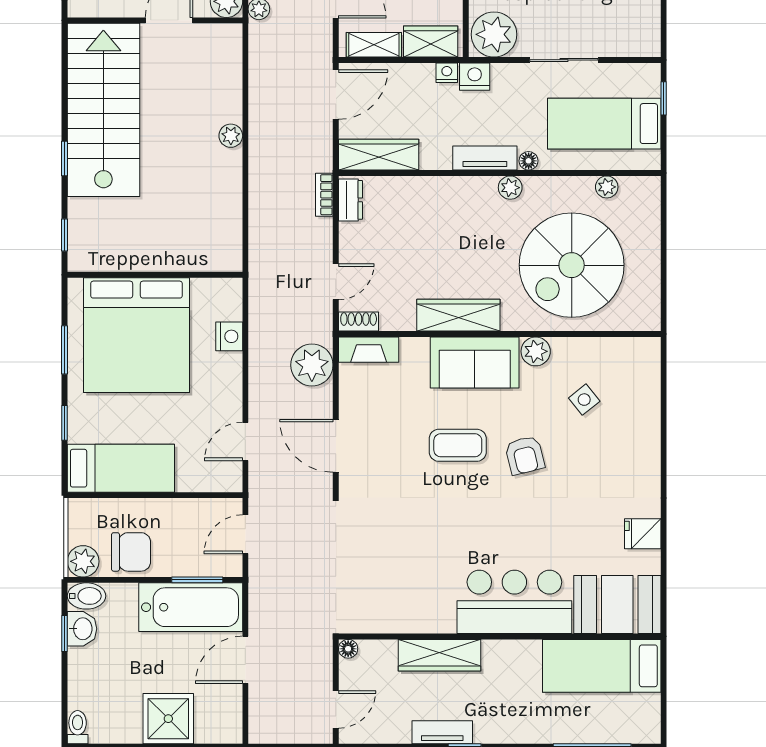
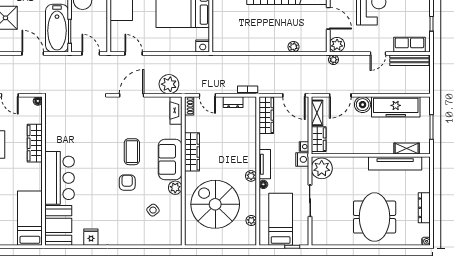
plant: (231, 136) -> (294, 47), moved
dresser: (351, 200) -> (233, 102), moved
nightstand: (229, 336) -> (203, 46), moved
armchair: (525, 455) -> (127, 183), turned 104

